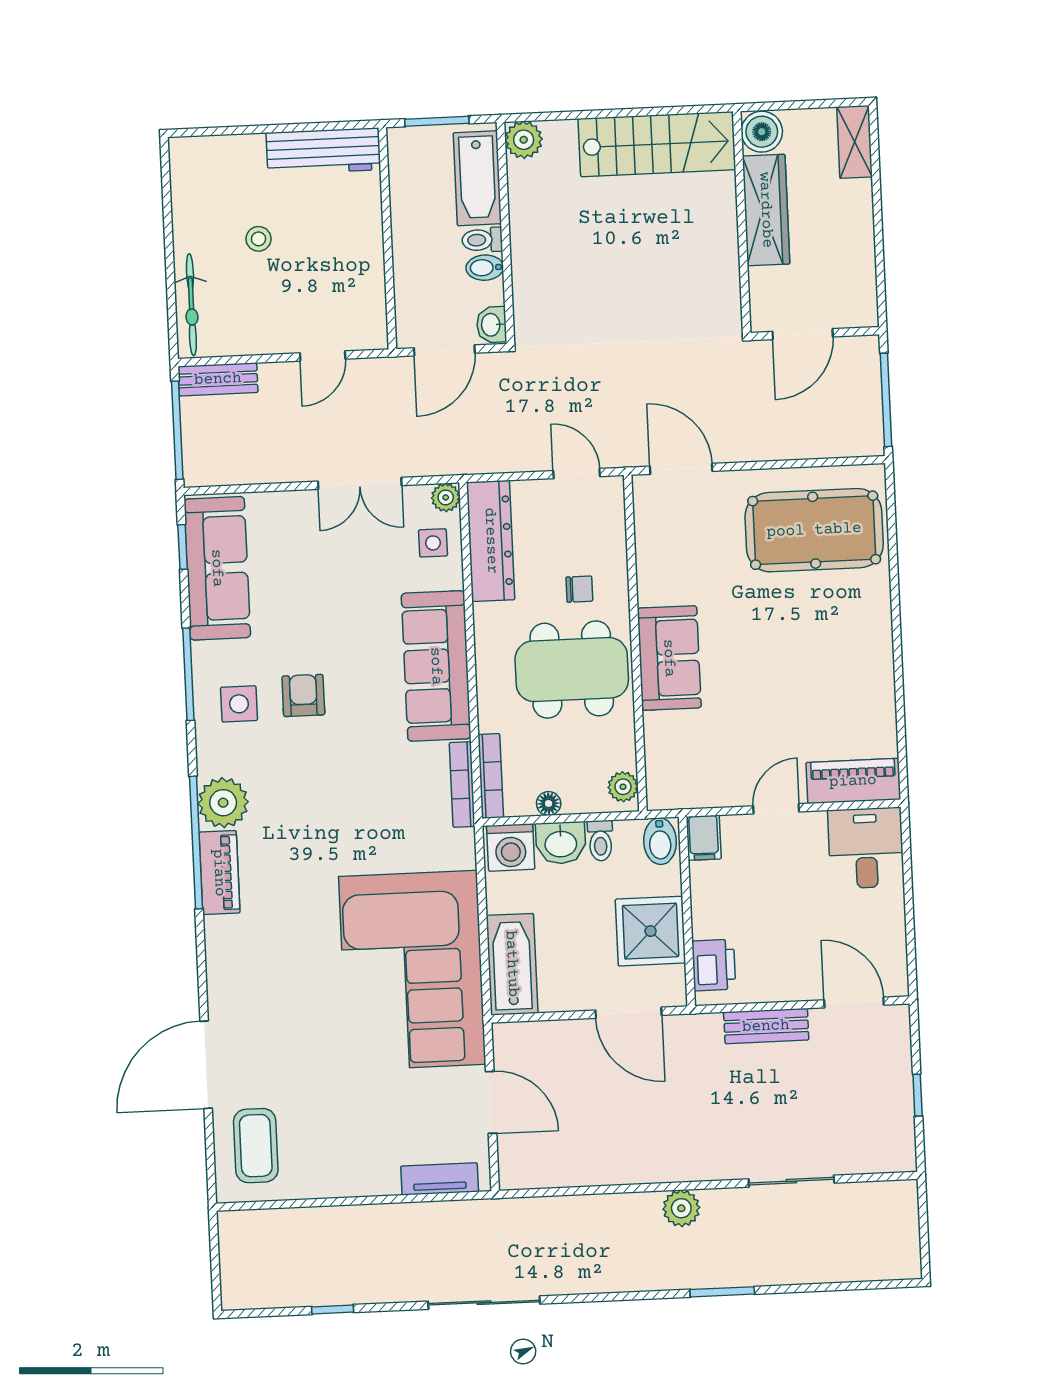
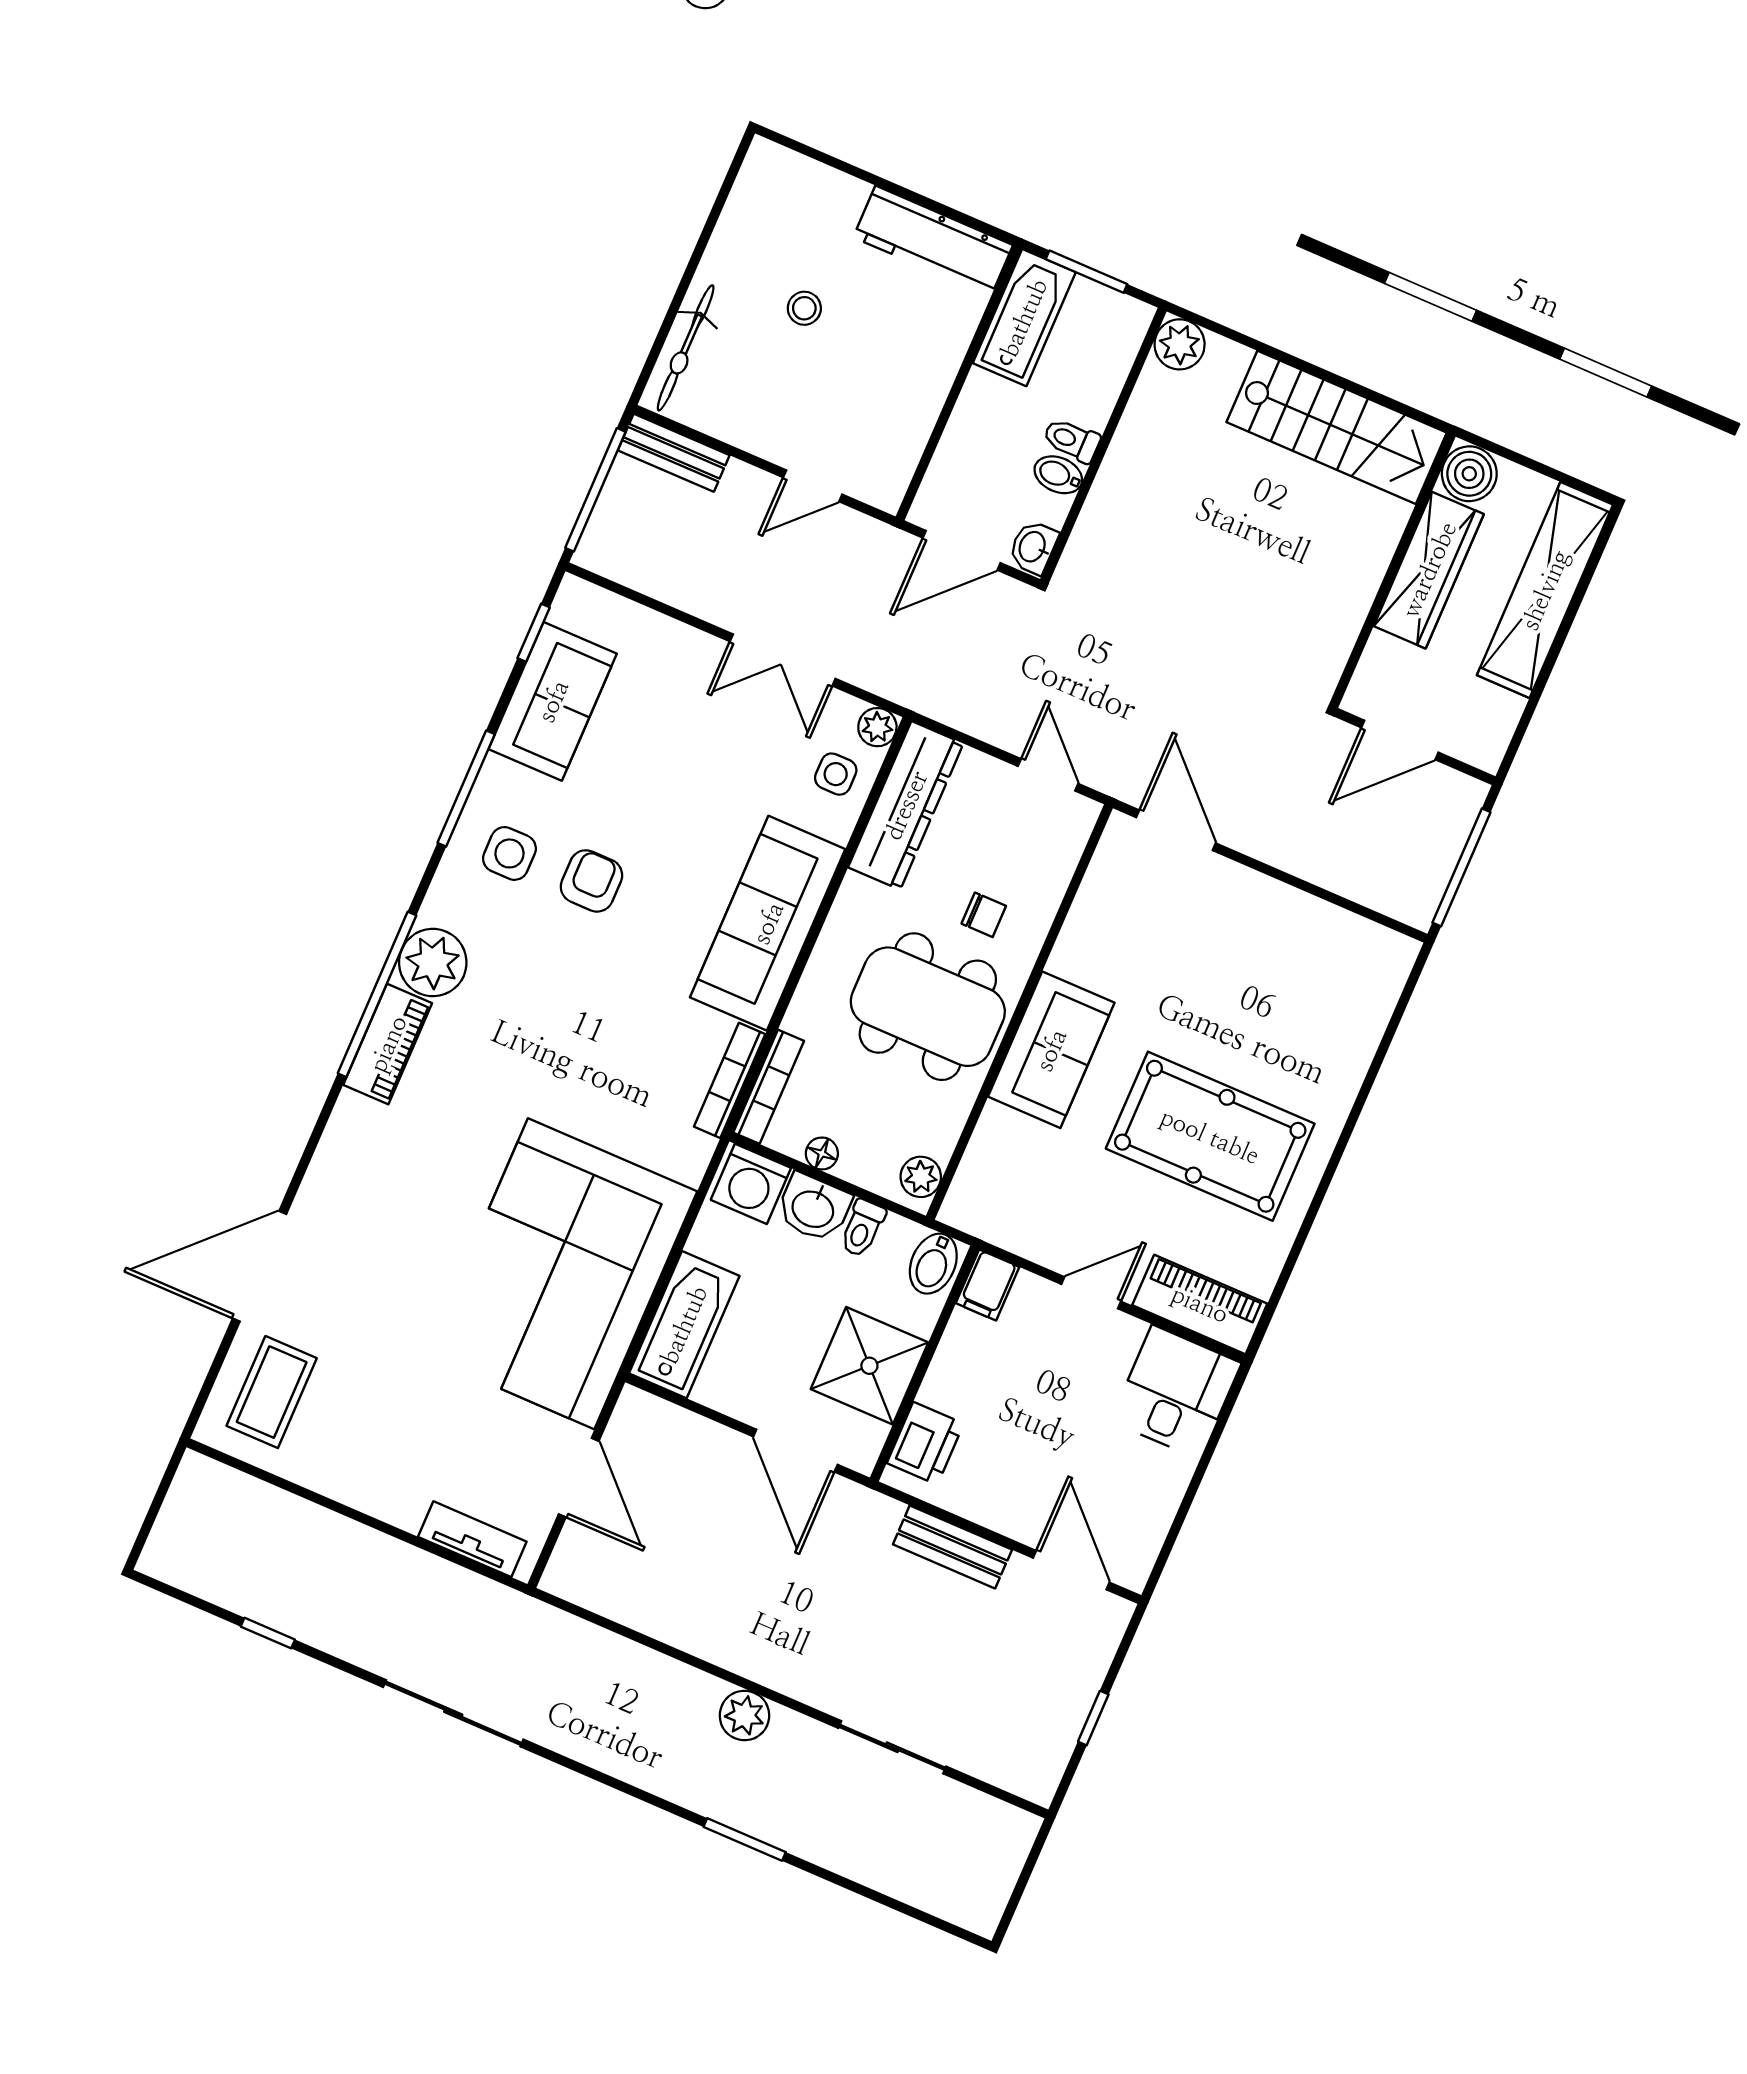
shelving: (855, 142) -> (1545, 590), width x2.20, depth x1.33
bathtub: (477, 178) -> (1024, 318), moved, turned 180
pool table: (814, 530) -> (1210, 1136), moved
sofa: (217, 568) -> (553, 701), width x0.73

